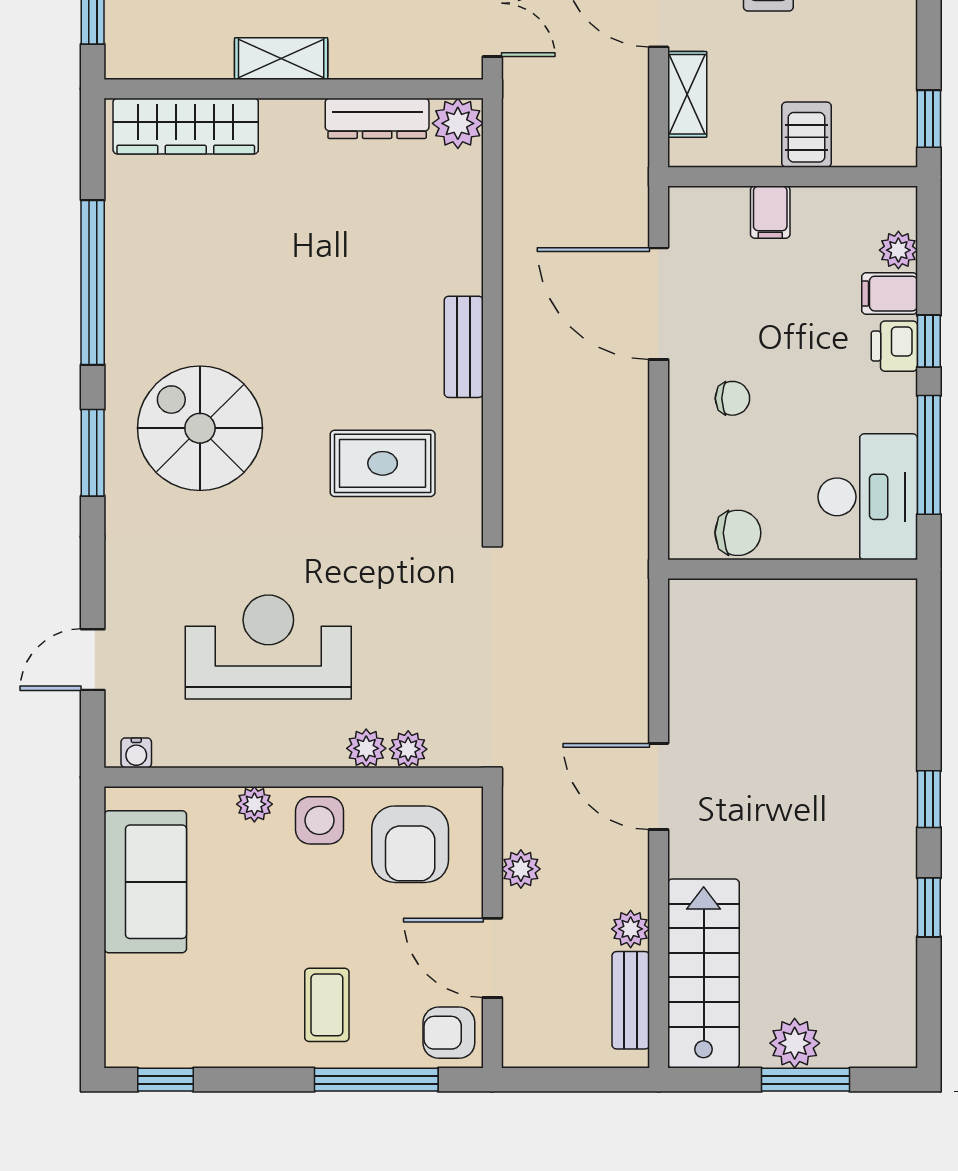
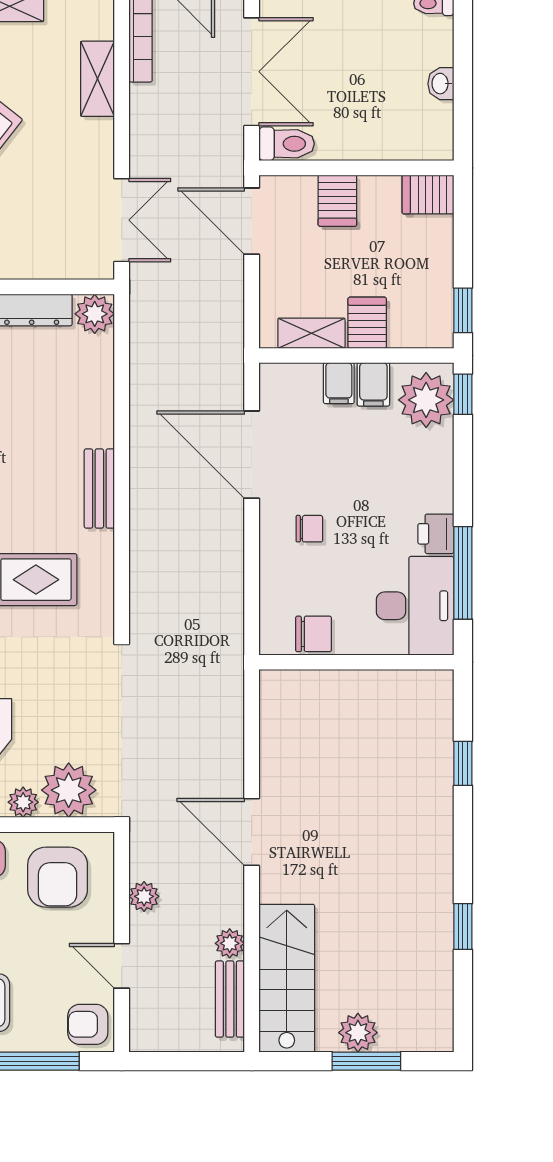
shelving: (687, 94) -> (311, 333), moved, turned 90
plant: (898, 250) -> (426, 400), width x1.87, depth x1.87
filing cabinet: (890, 294) -> (373, 384), moved, turned -90
window: (929, 341) -> (463, 394), moved
printer: (894, 346) -> (436, 534), moved
plant: (408, 749) -> (69, 790), width x1.88, depth x1.88
window: (929, 799) -> (463, 763), moved
door: (492, 958) -> (122, 966), width x0.73

